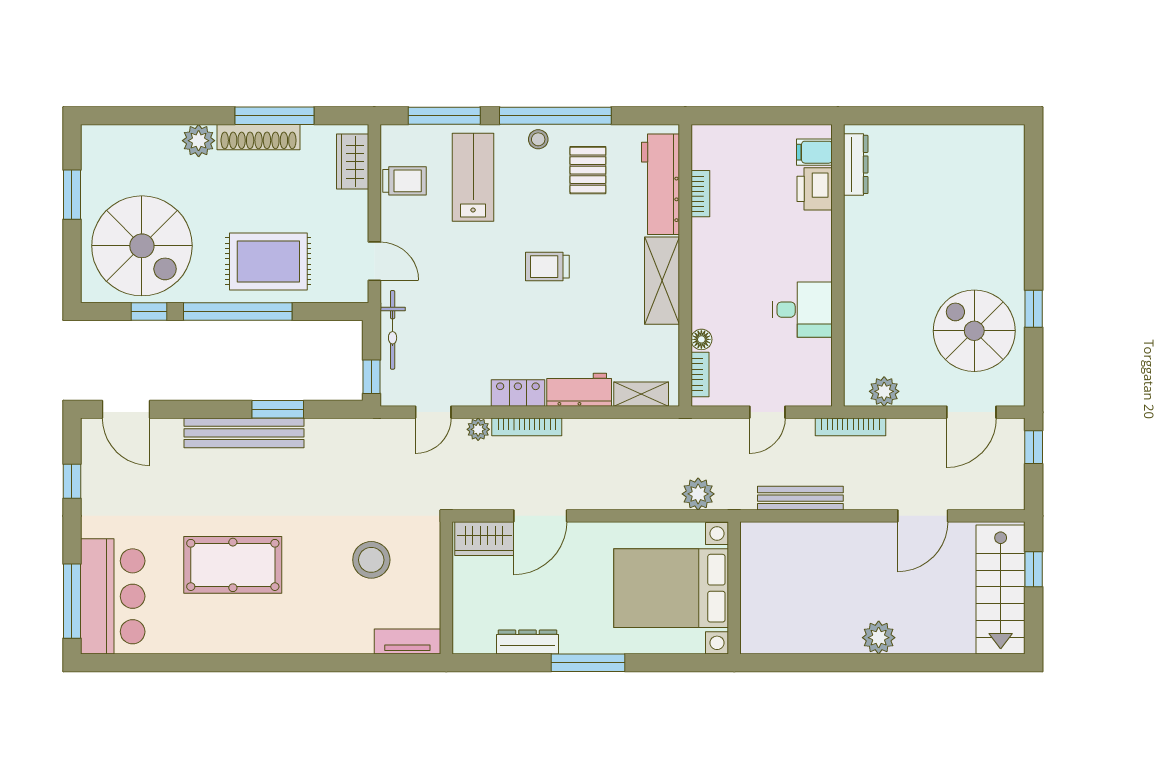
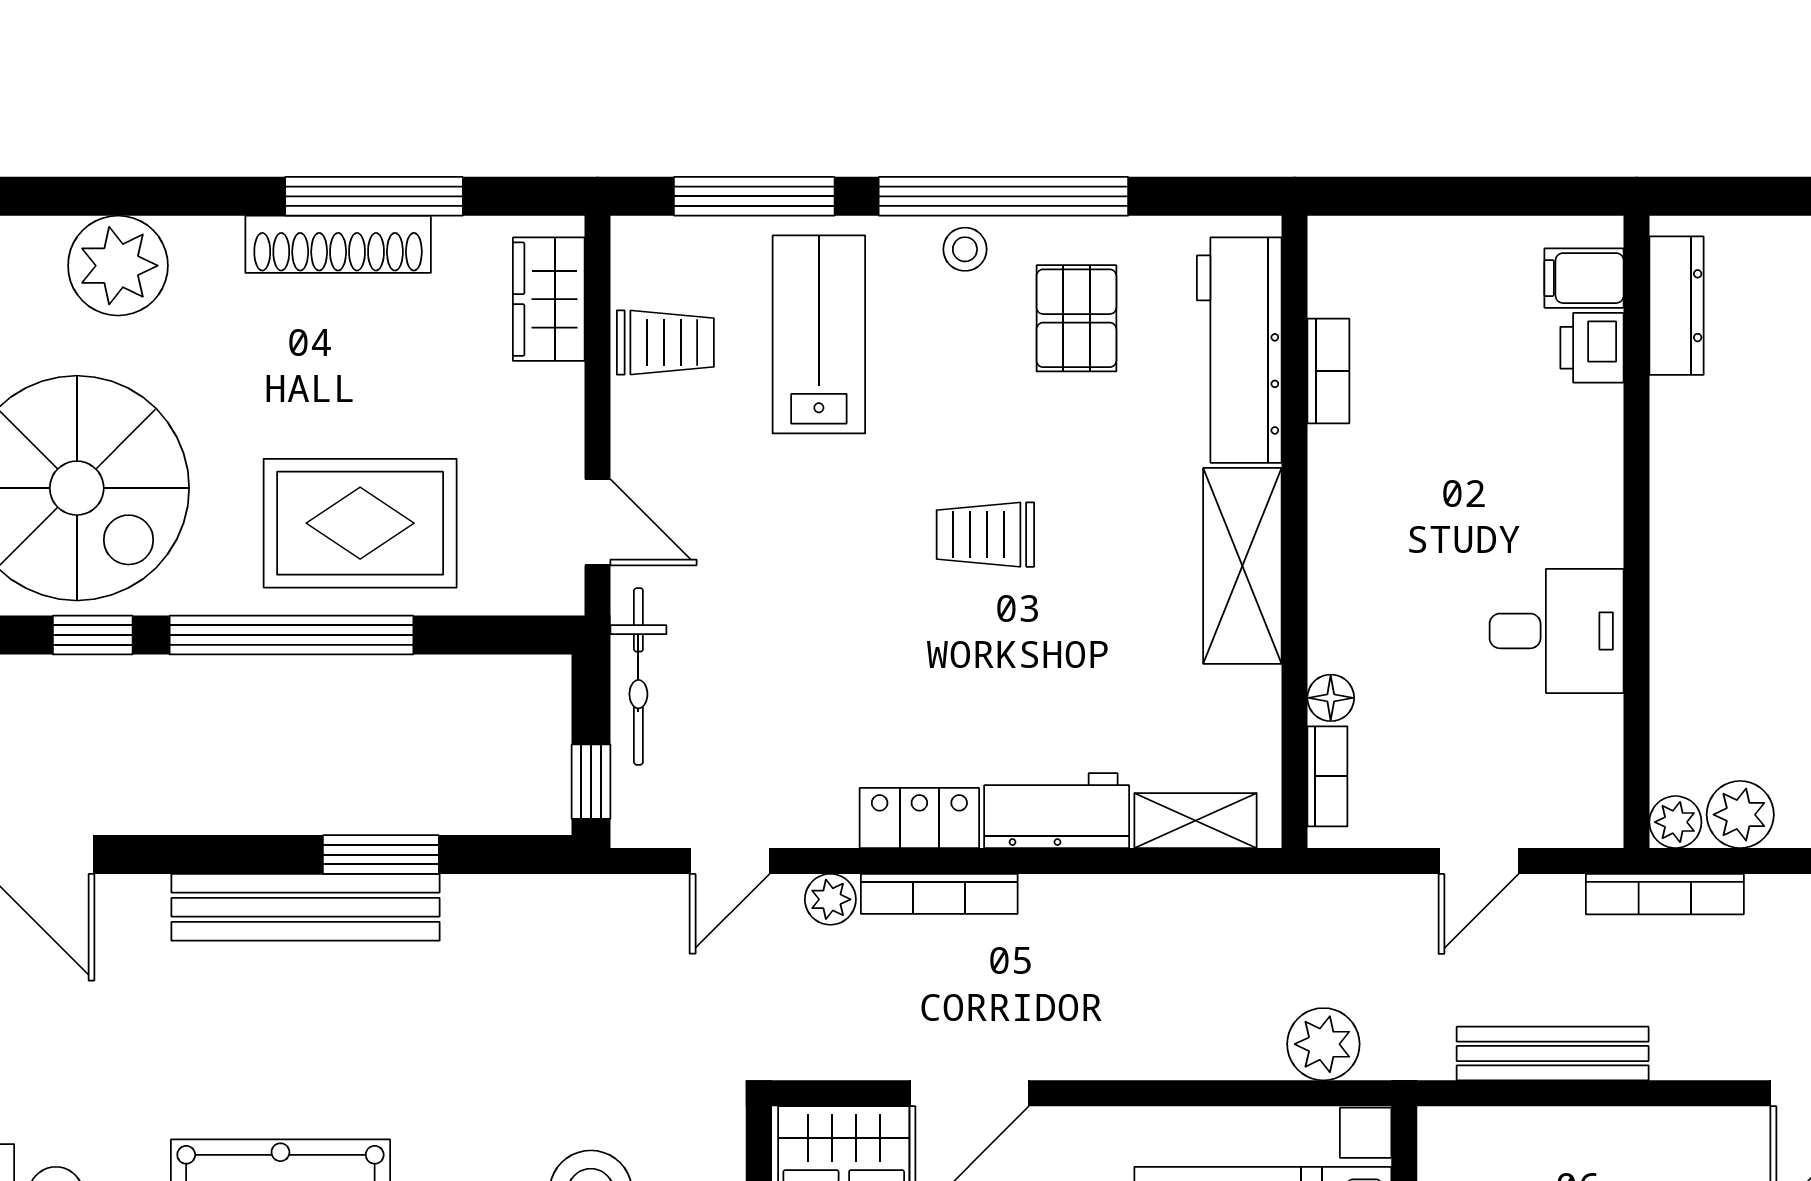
plant: (199, 141) -> (118, 266), moved, width x1.36, depth x1.36
printer: (815, 189) -> (1592, 348), width x0.73, depth x0.81
plant: (855, 395) -> (1675, 822), added

